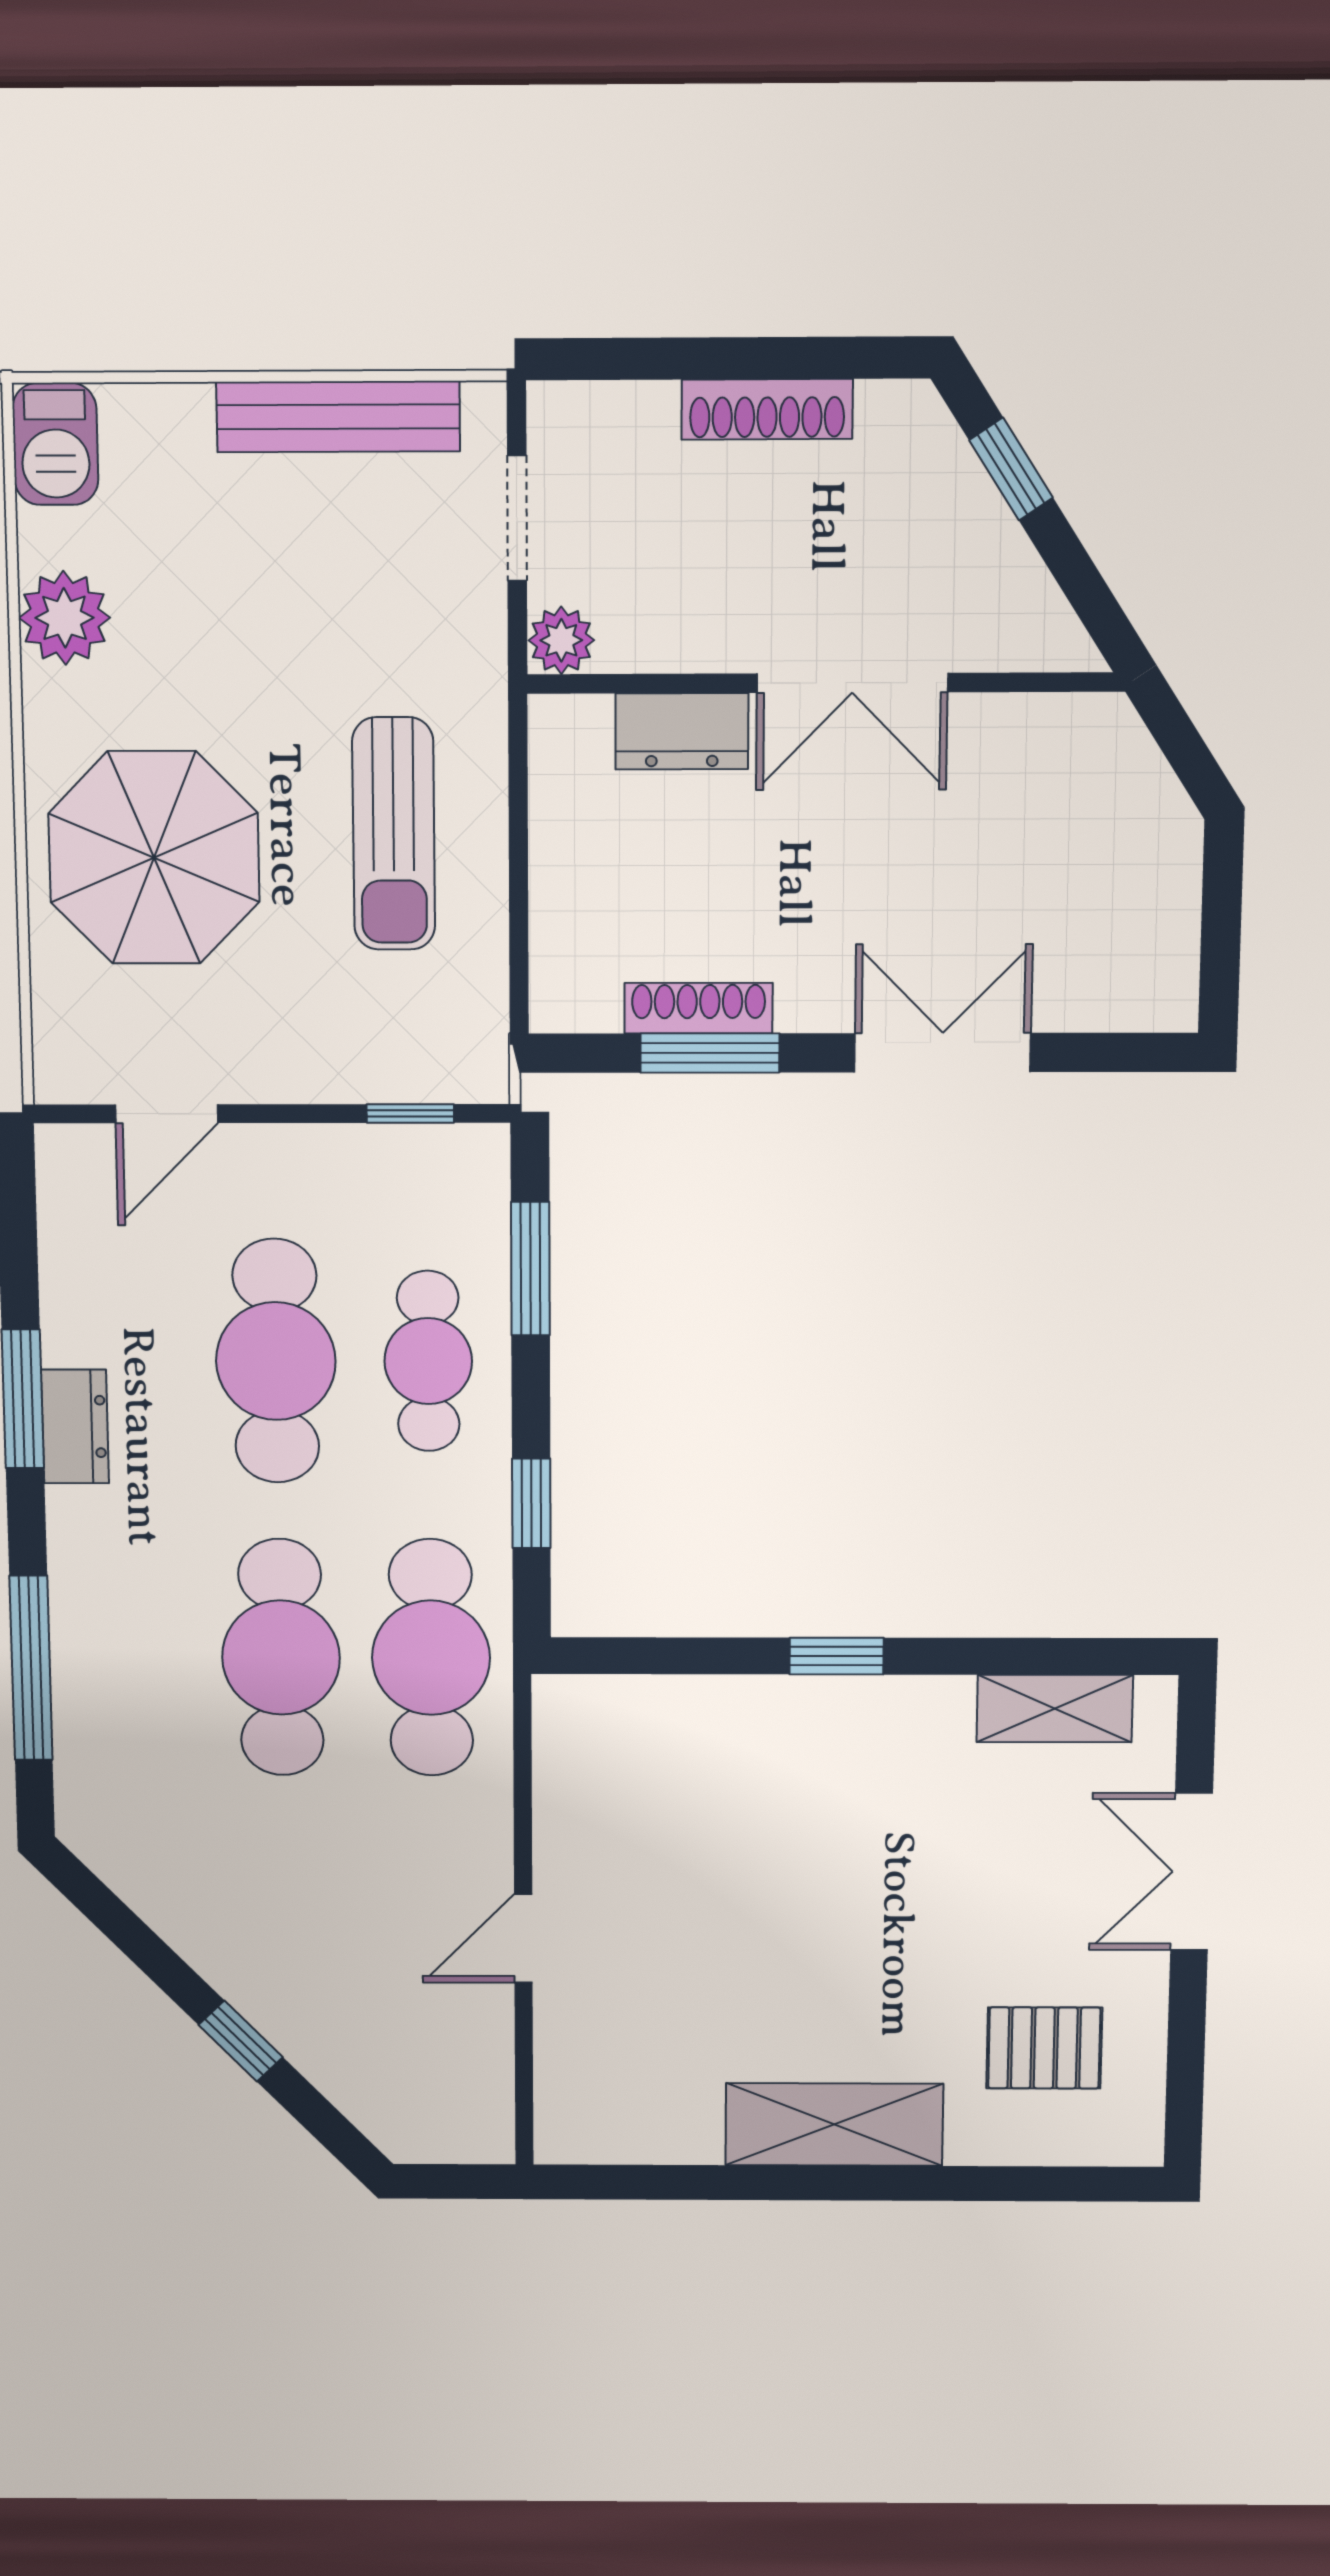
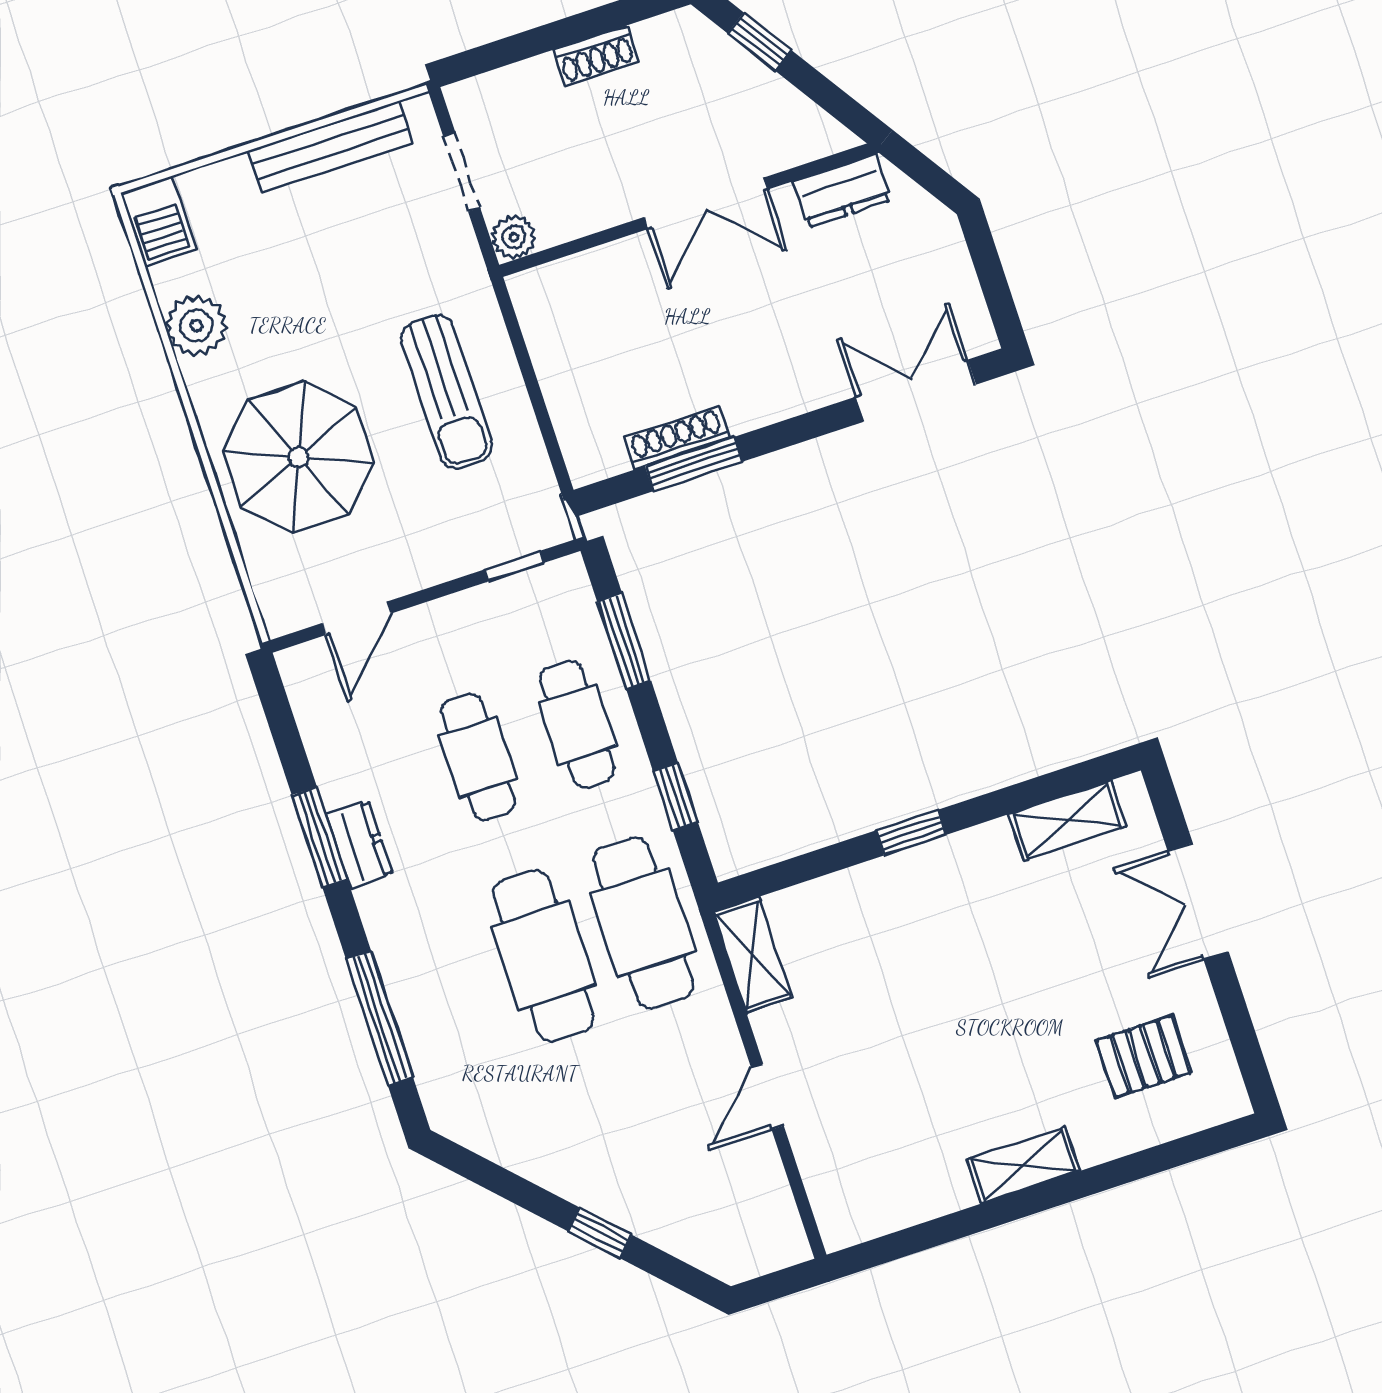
shoe rack: (767, 409) -> (596, 56), width x0.70
dresser: (682, 731) -> (842, 191), moved
double door: (943, 1053) -> (916, 391), moved
cafe table: (276, 1361) -> (478, 757), width x0.73, depth x0.74
shelving: (566, 1748) -> (752, 955), added
shelving: (834, 2125) -> (1023, 1165), width x0.67, depth x0.75

